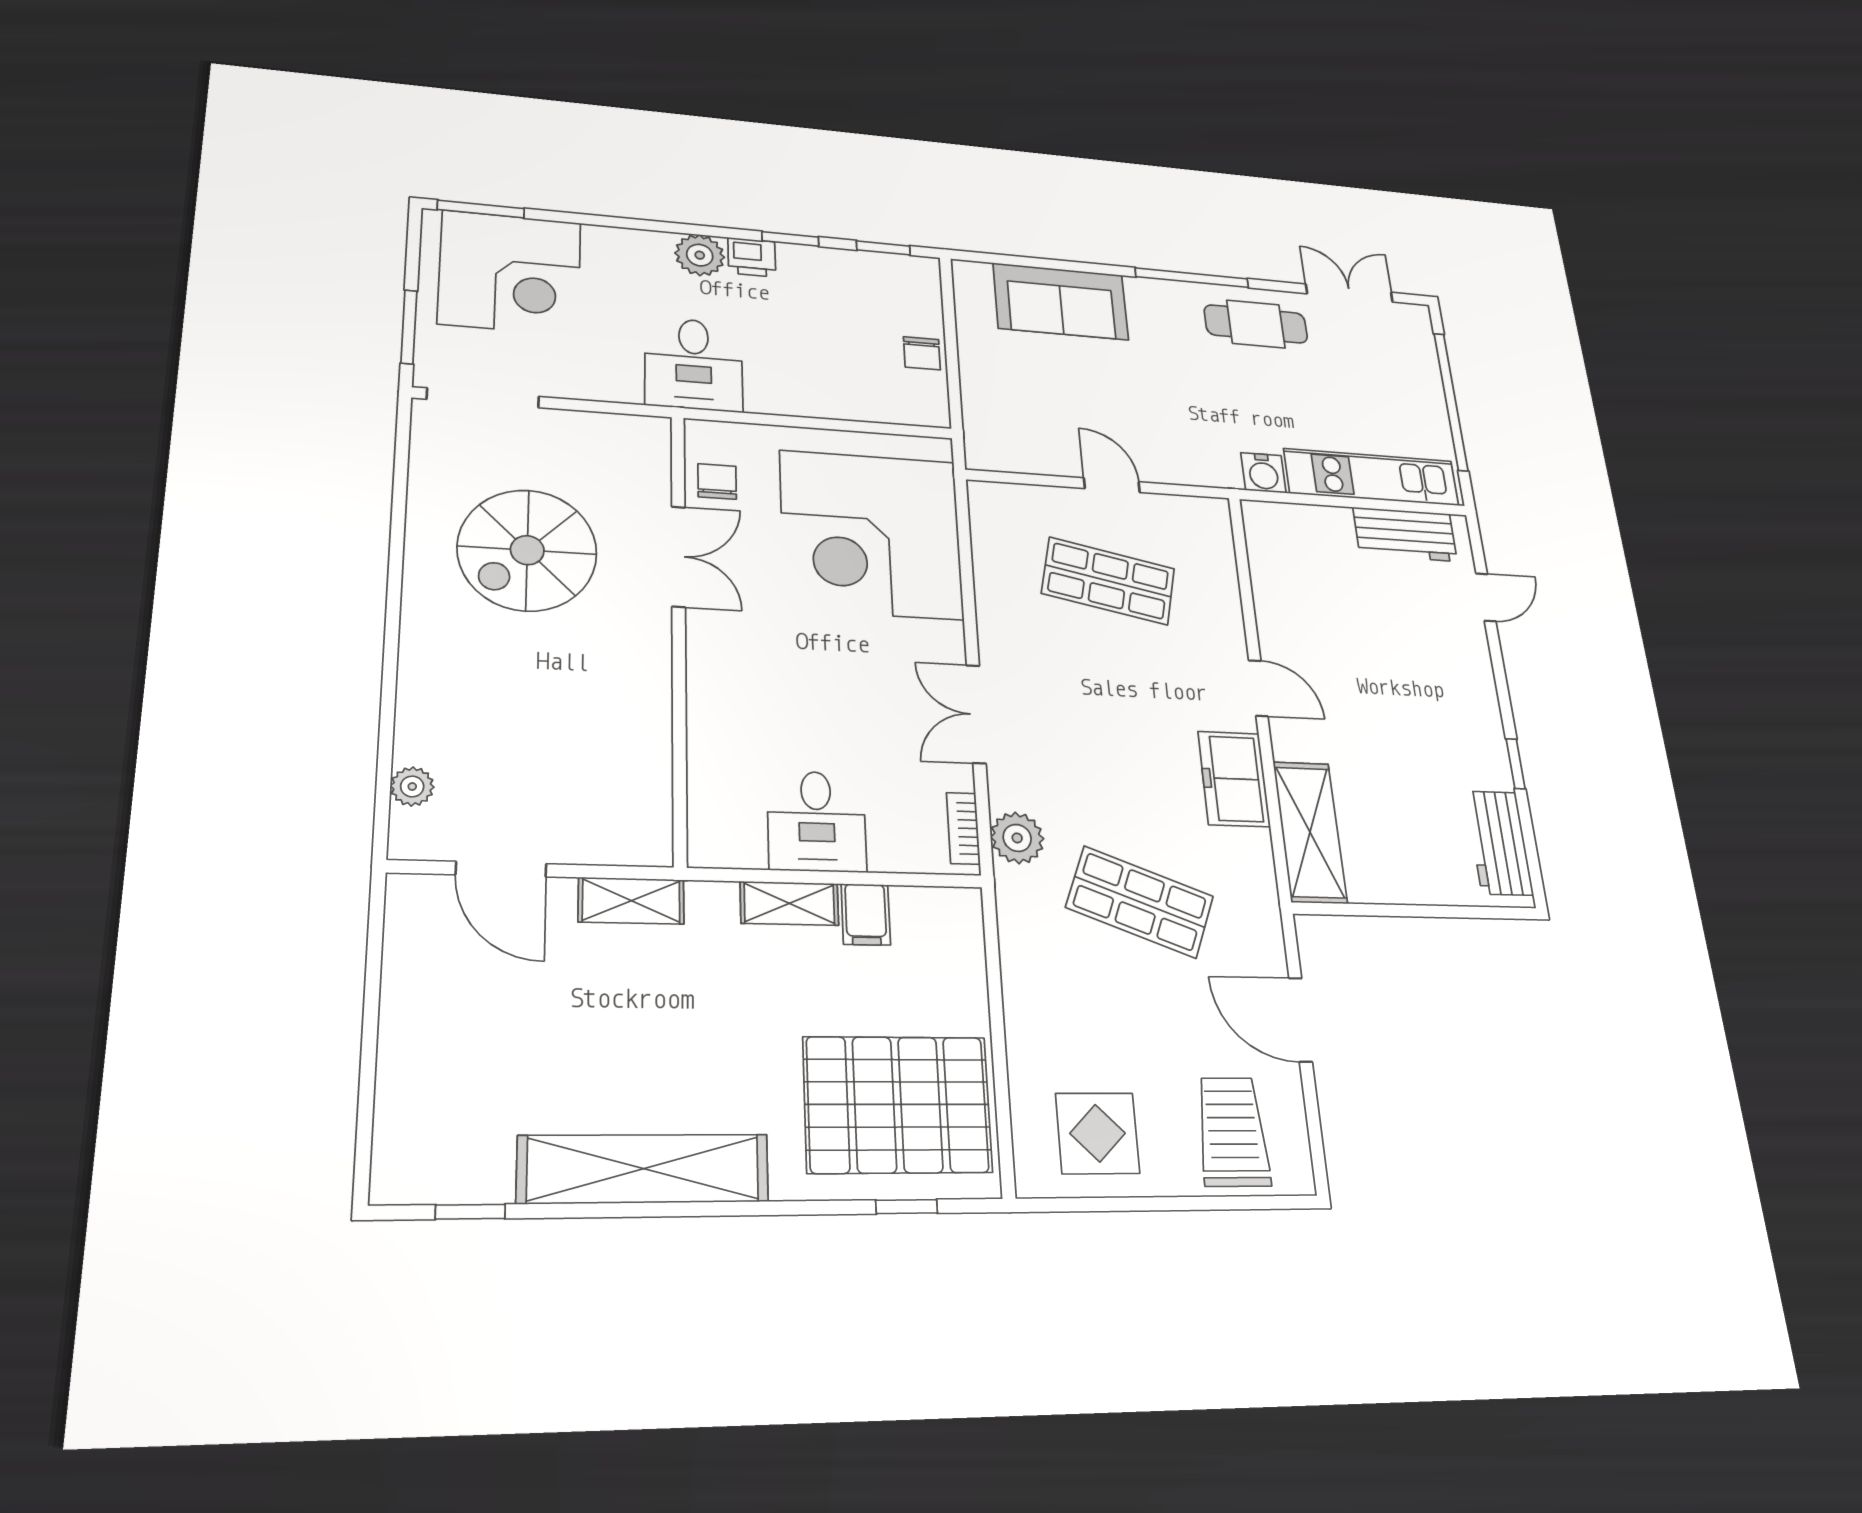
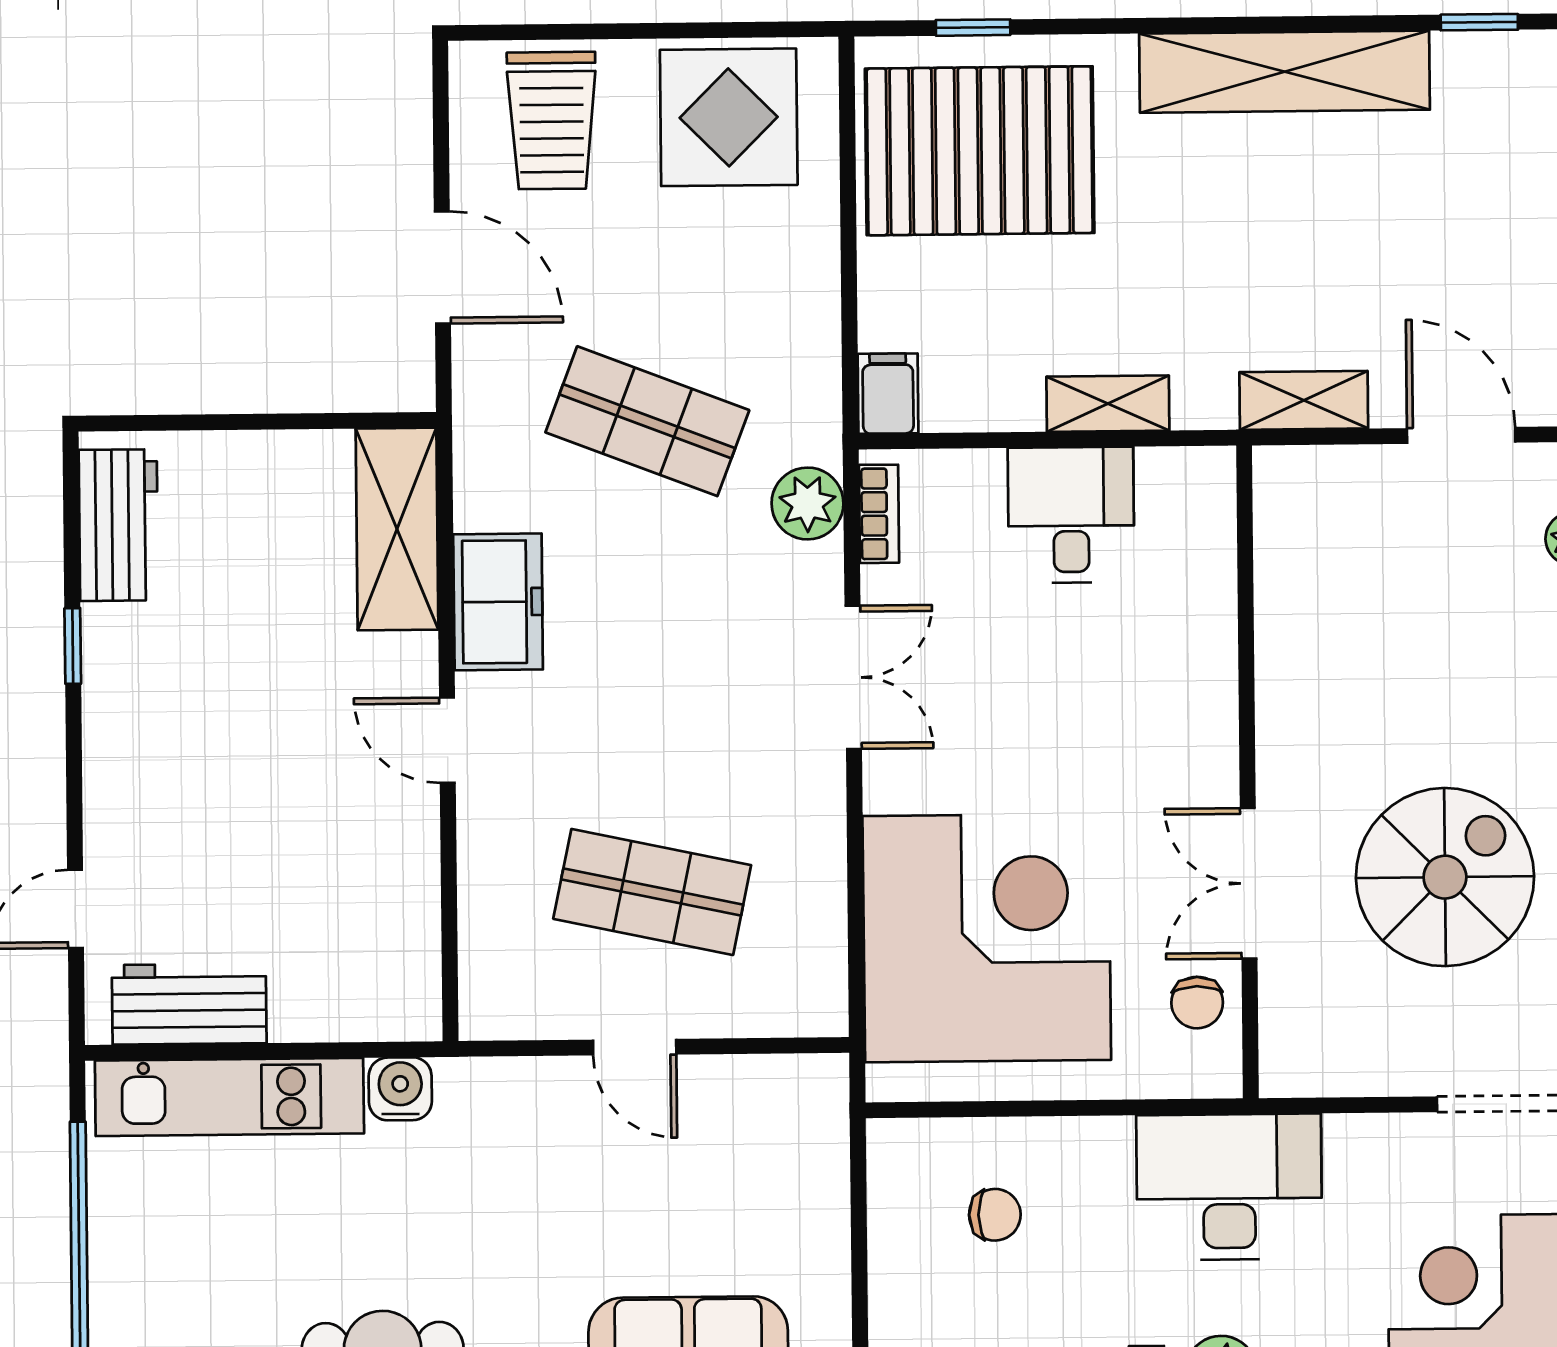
chair: (922, 353) -> (995, 1215), moved, turned 90
desk: (694, 364) -> (1229, 1187), width x1.37
filing cabinet: (866, 914) -> (888, 394), moved
display table: (1097, 1133) -> (729, 117), width x1.36, depth x1.36

